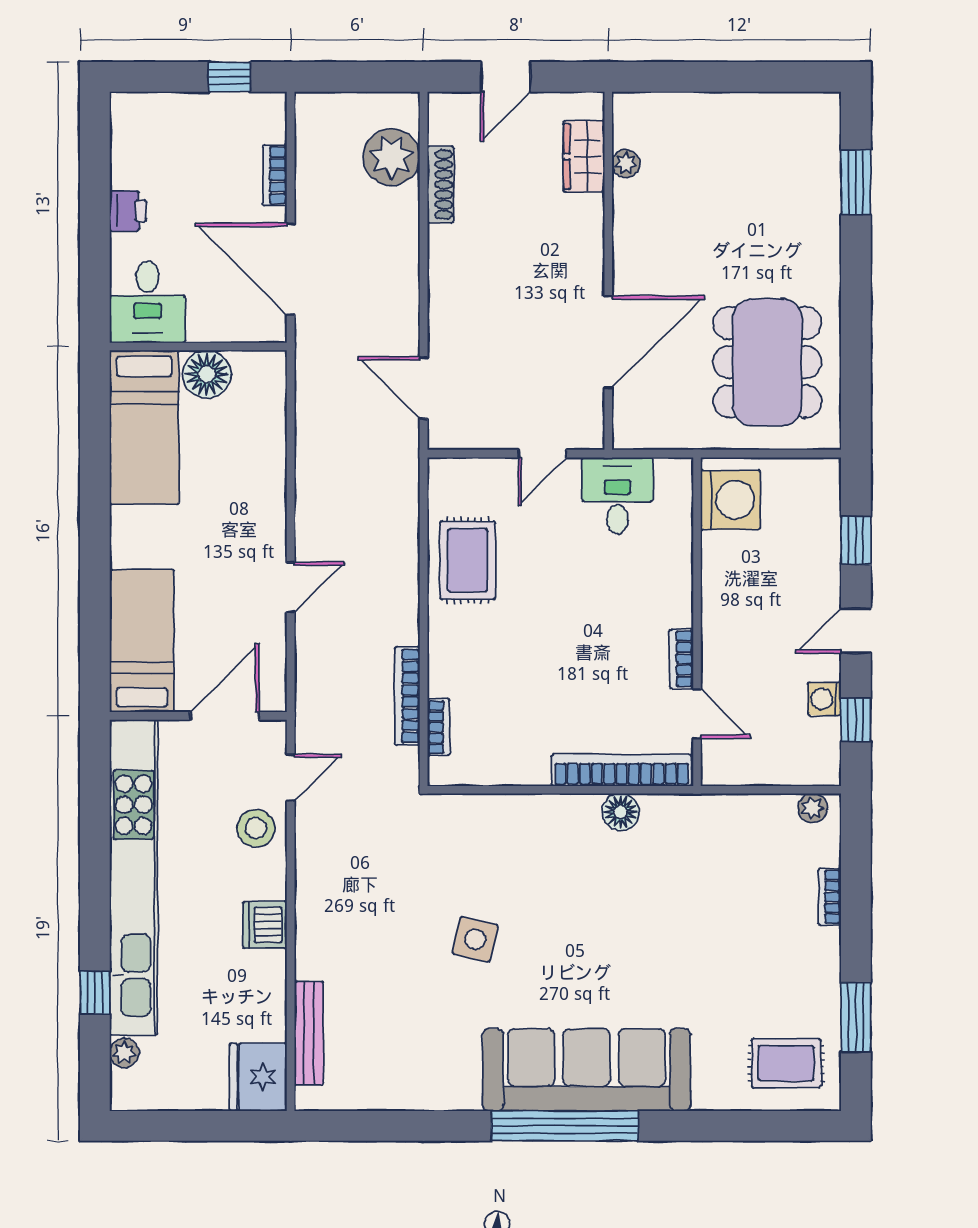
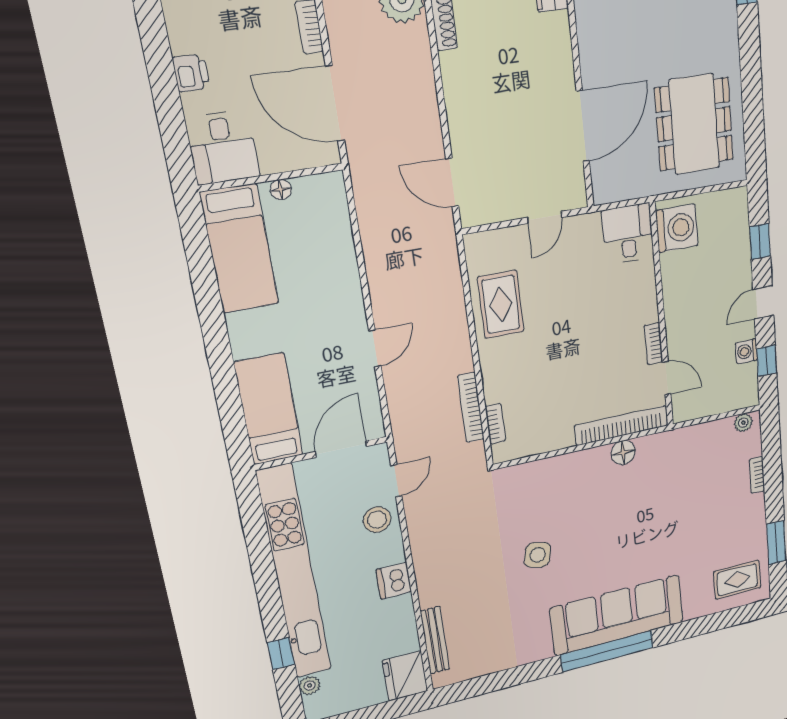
floor lamp: (207, 374) -> (281, 190), width x0.53, depth x0.53
desk: (617, 496) -> (628, 234), moved

